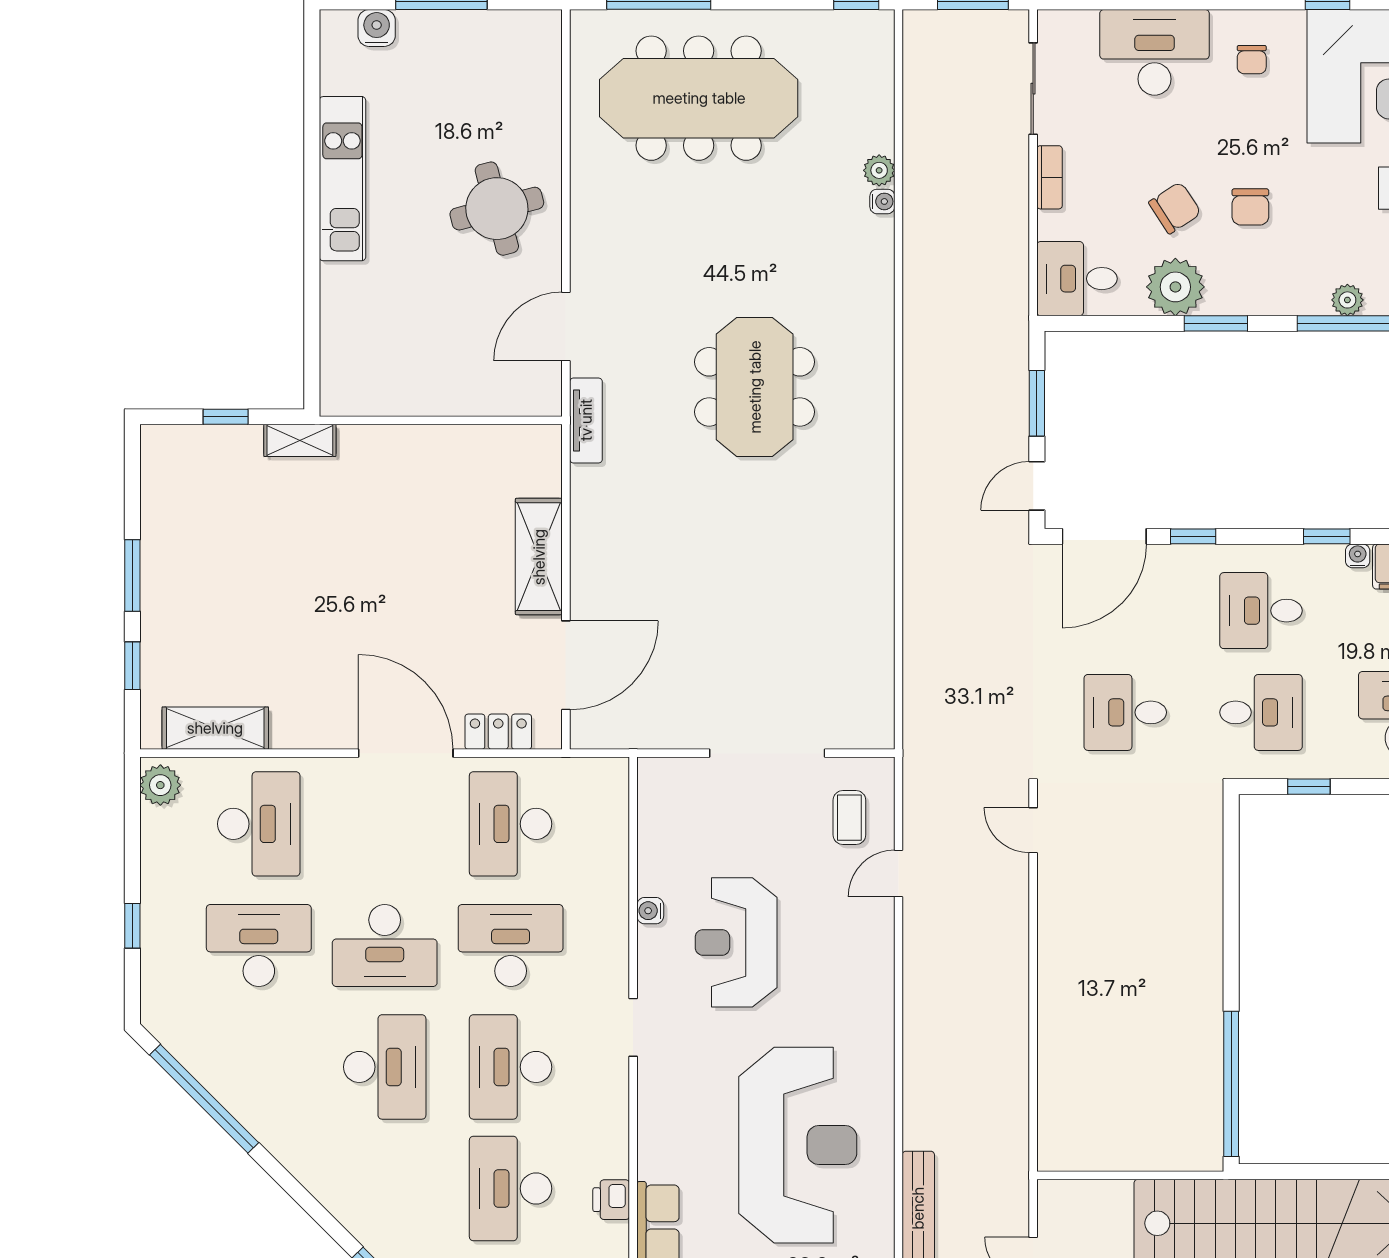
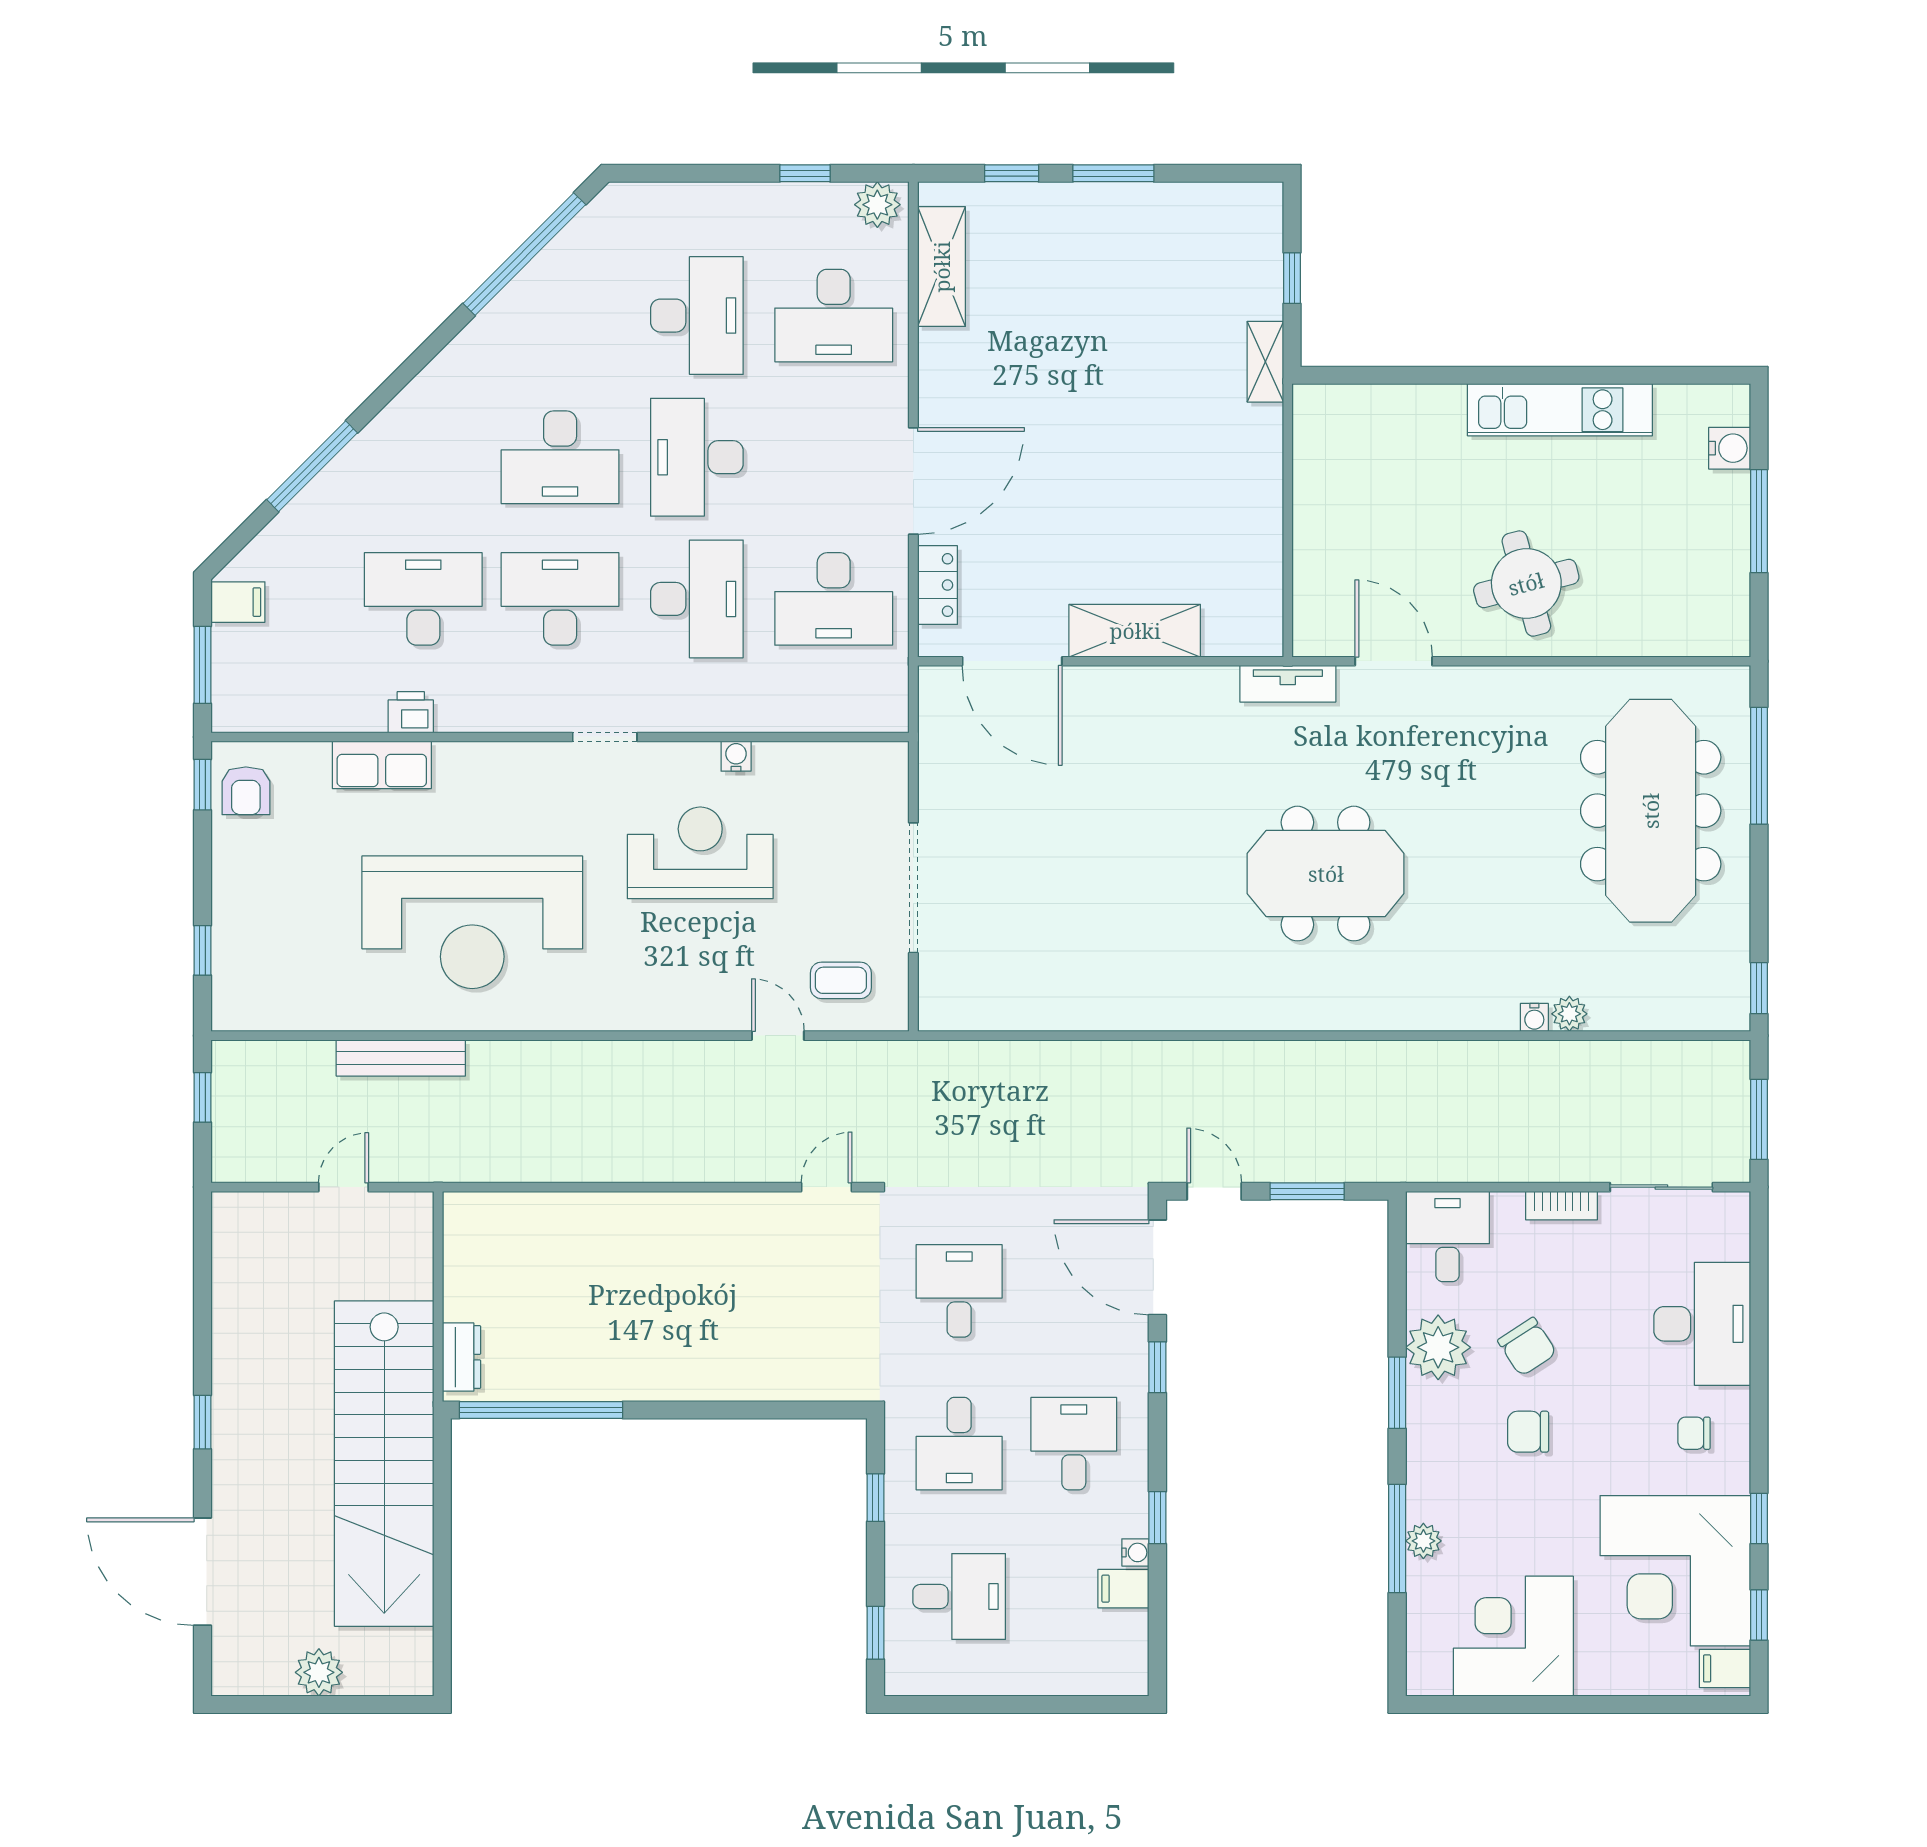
desk: (511, 824) -> (834, 599), turned 180
window: (132, 926) -> (805, 173), moved
dresser: (1184, 1155) -> (461, 1357), added

